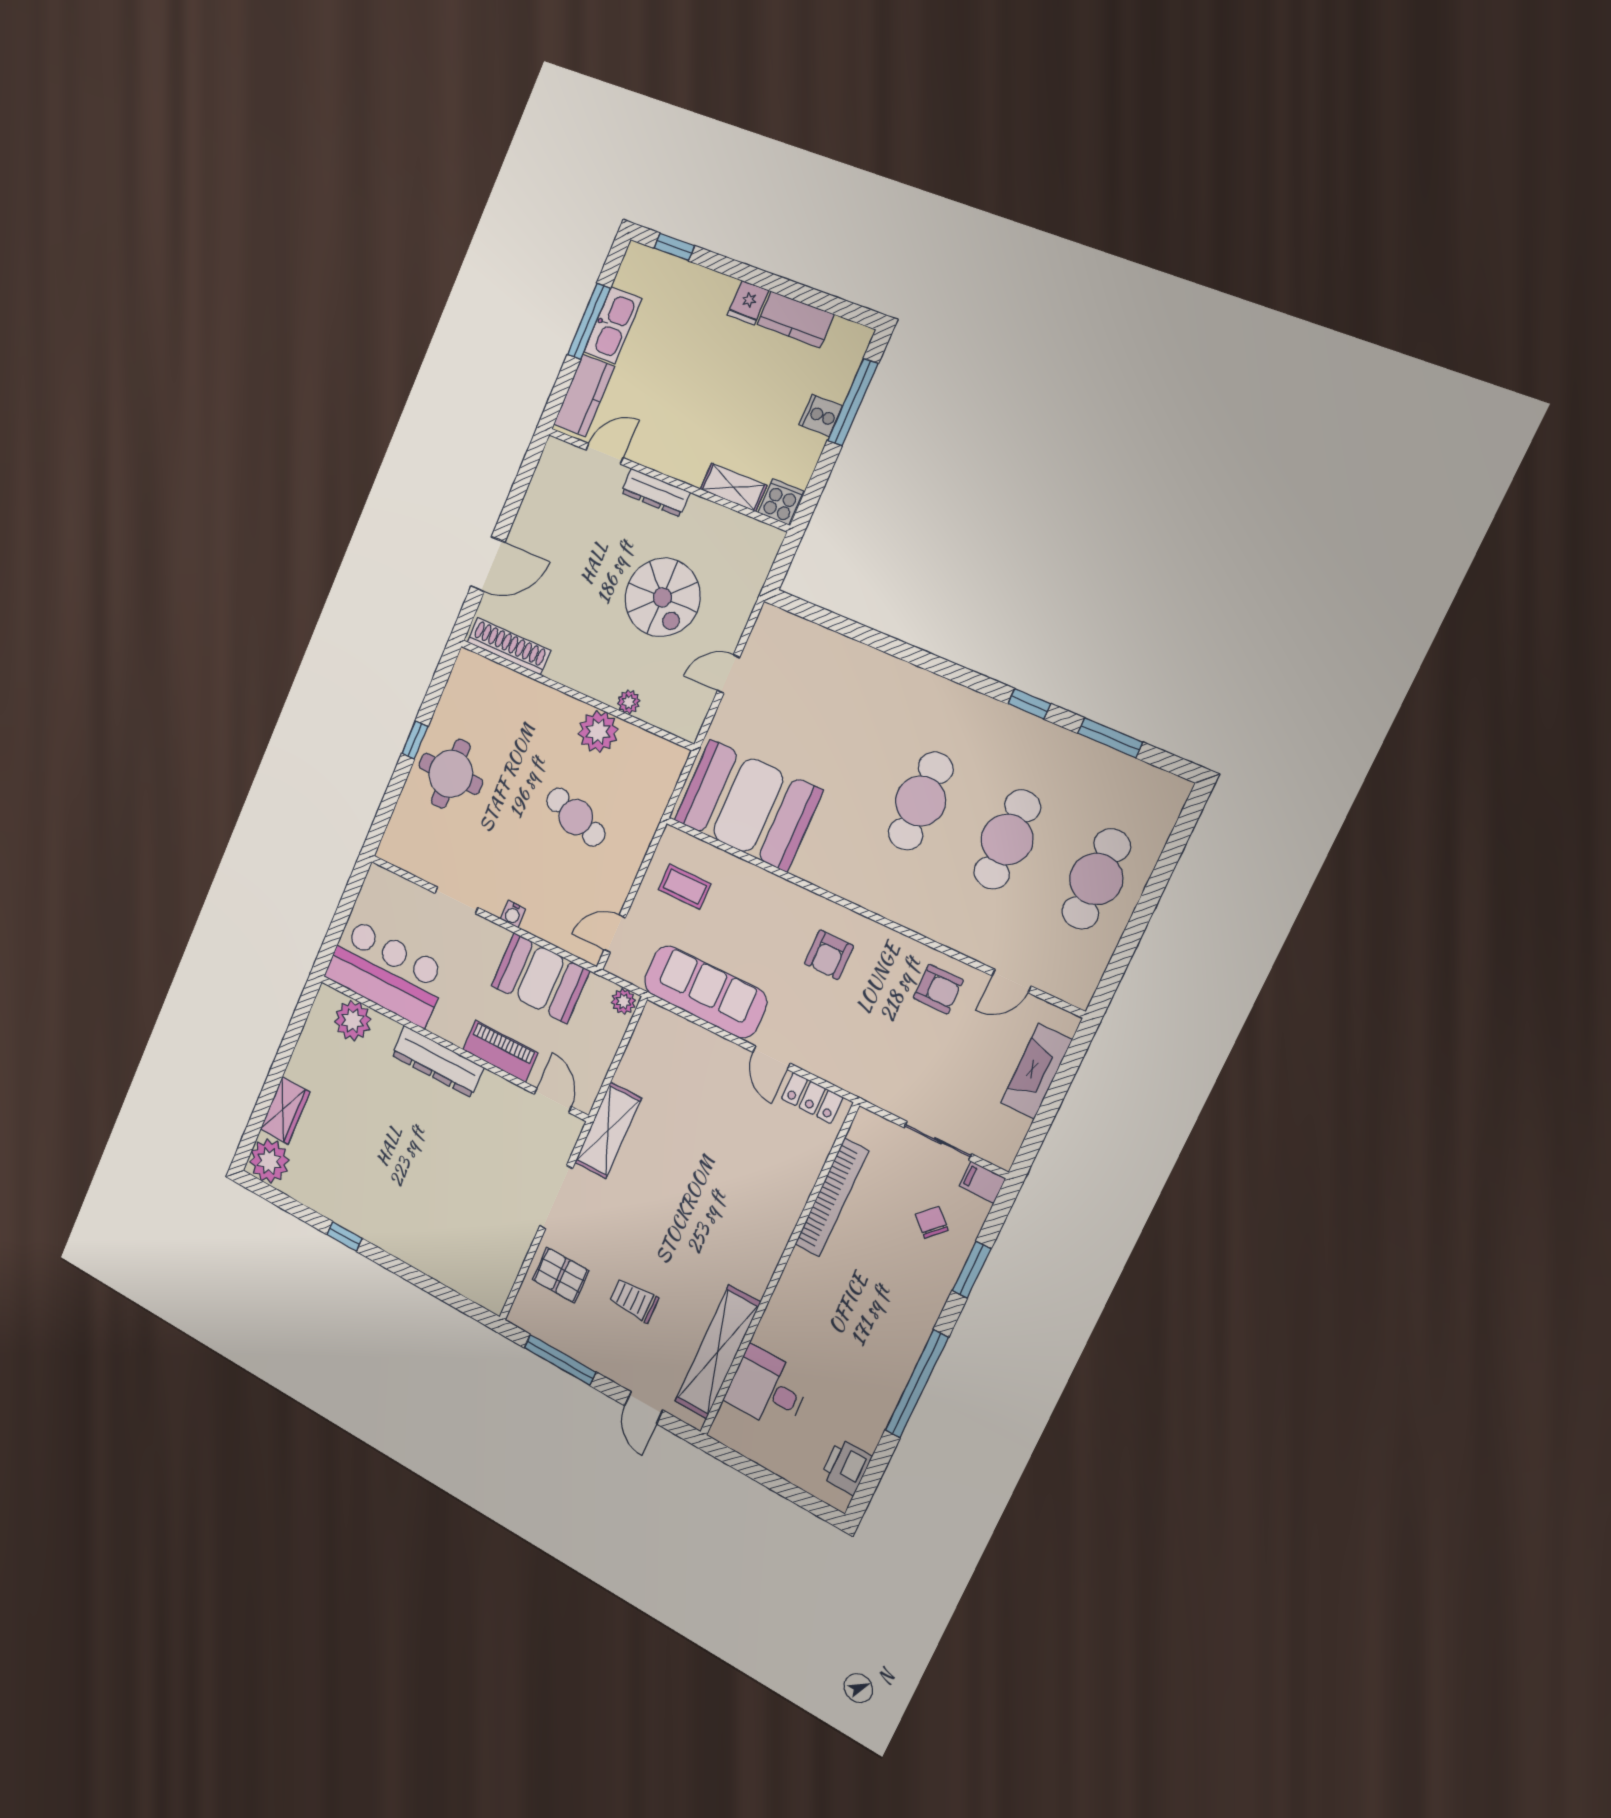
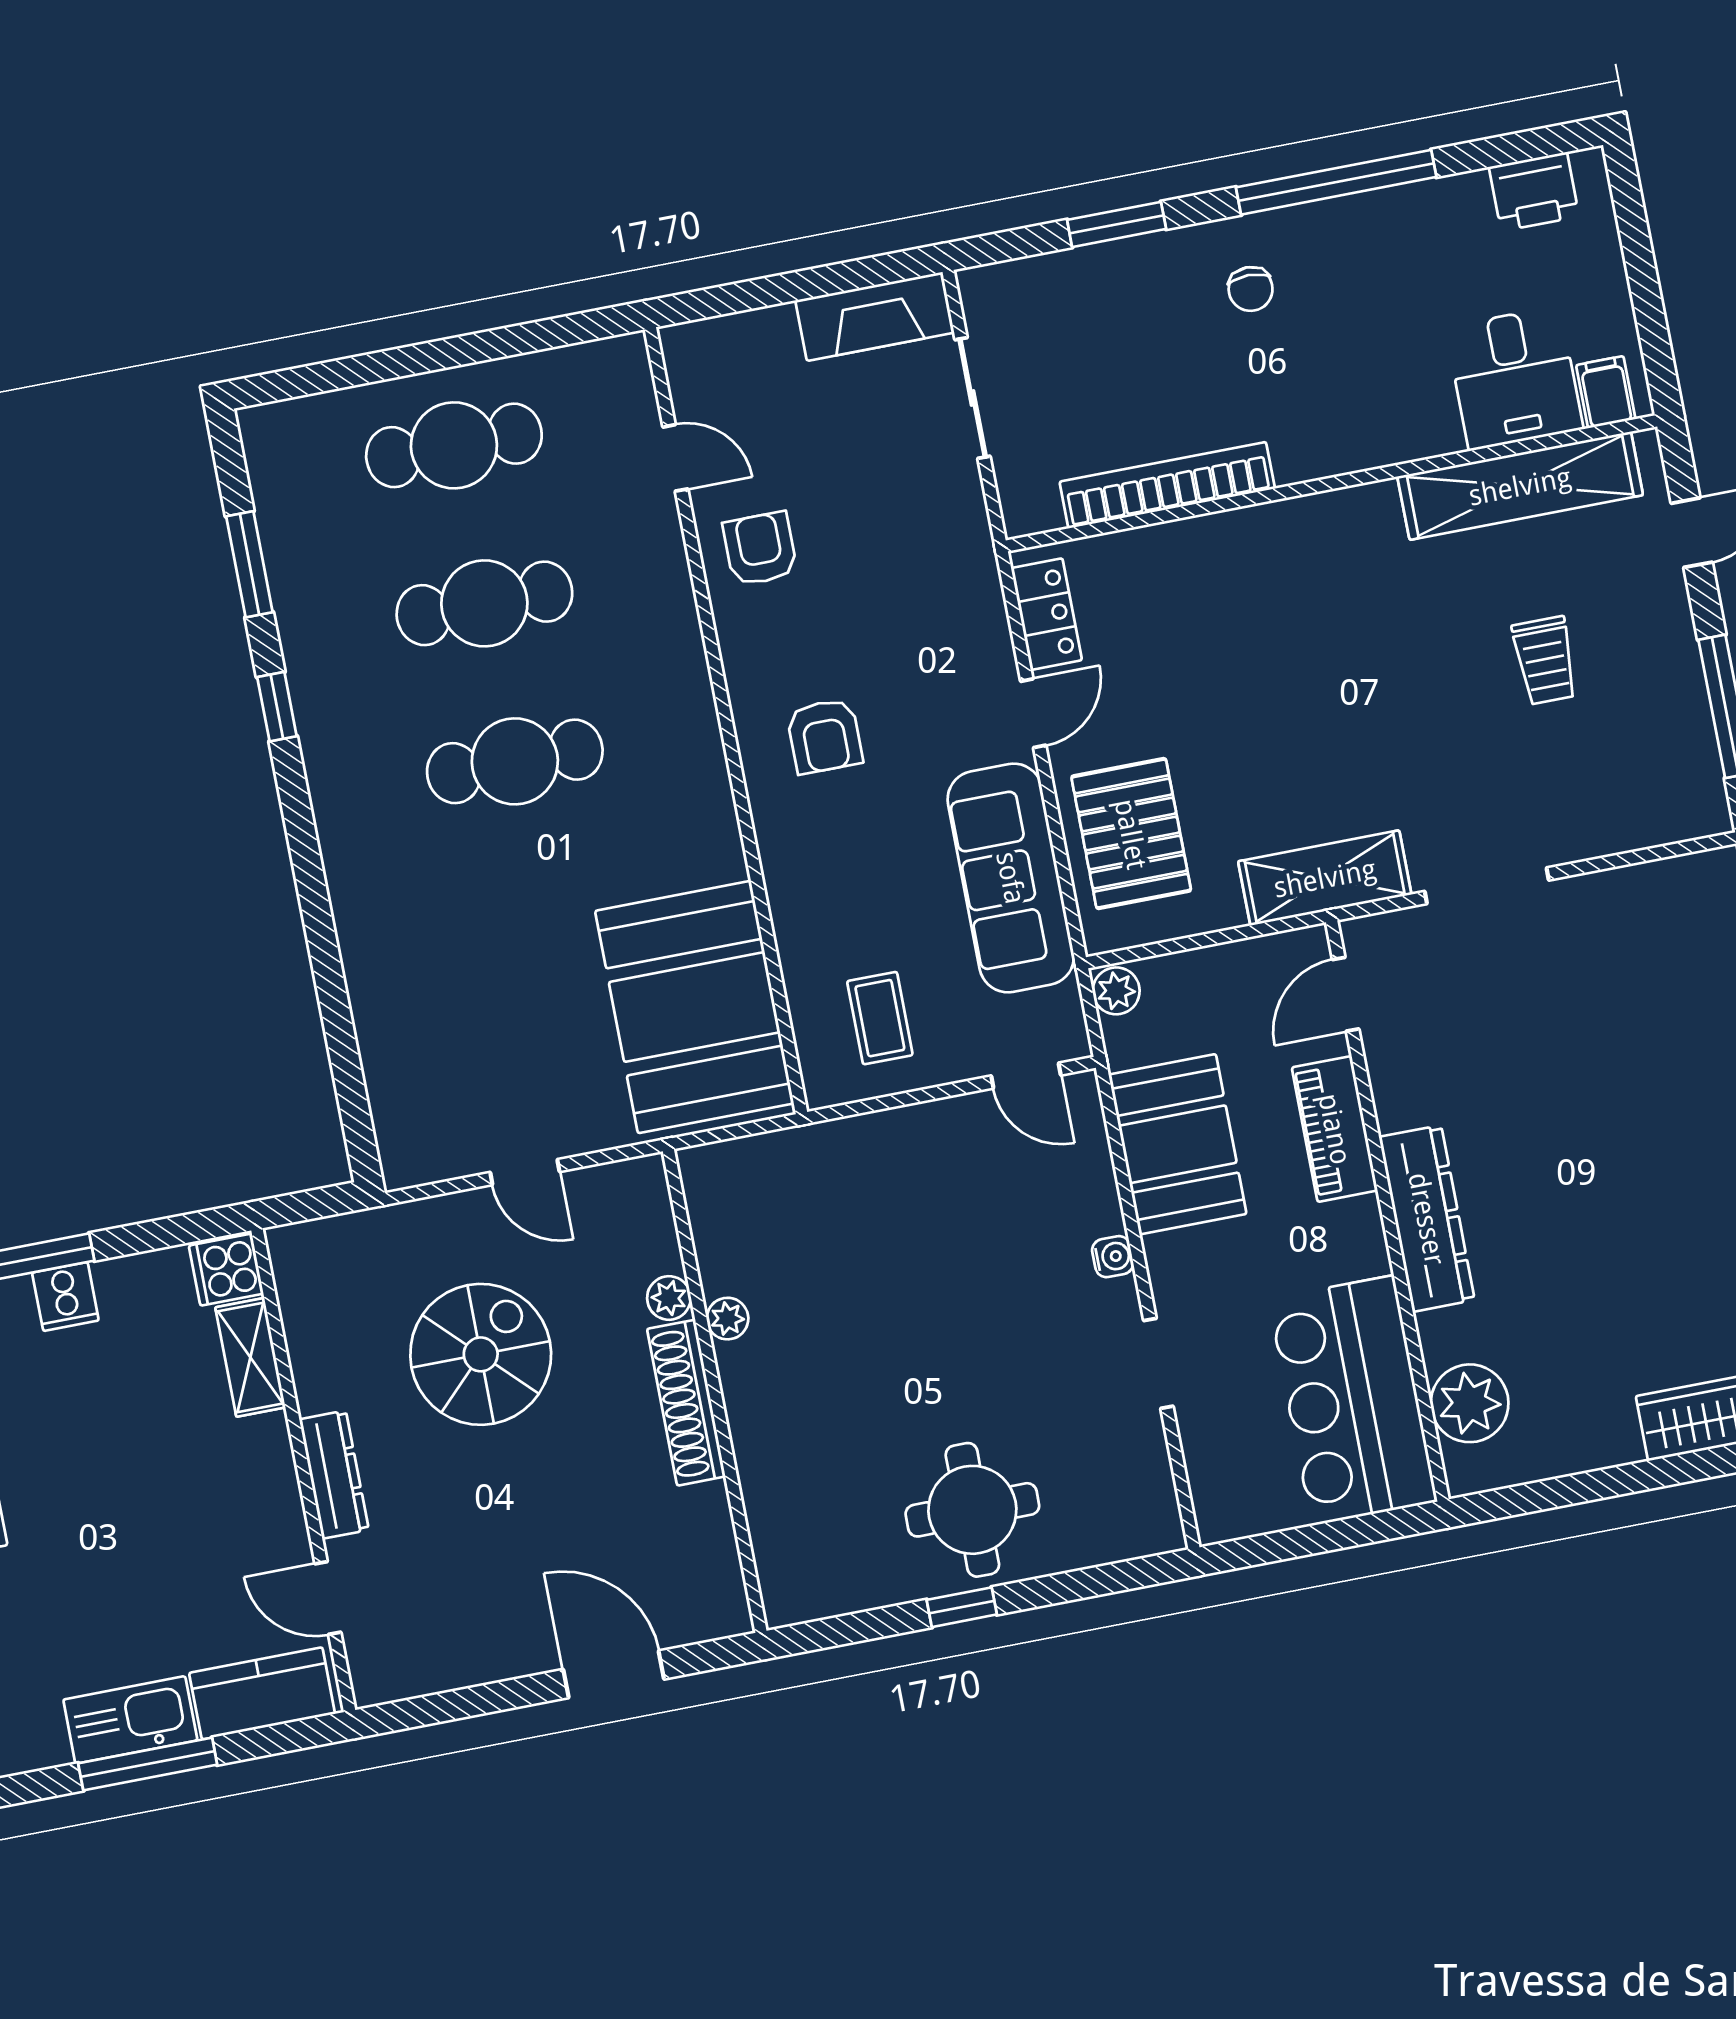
shoe rack: (509, 646) -> (686, 1403), moved
plant: (598, 732) -> (727, 1319), width x0.53, depth x0.53
cafe table: (576, 817) -> (897, 1260), removed
armchair: (829, 955) -> (825, 736), turned 90
fireplace: (1036, 1071) -> (875, 317), moved
filing cabinet: (982, 1182) -> (1606, 392), moved, turned 180
chair: (932, 1222) -> (1251, 289), moved, turned -44
pallet: (561, 1275) -> (1131, 834), moved, width x1.50, depth x1.42

